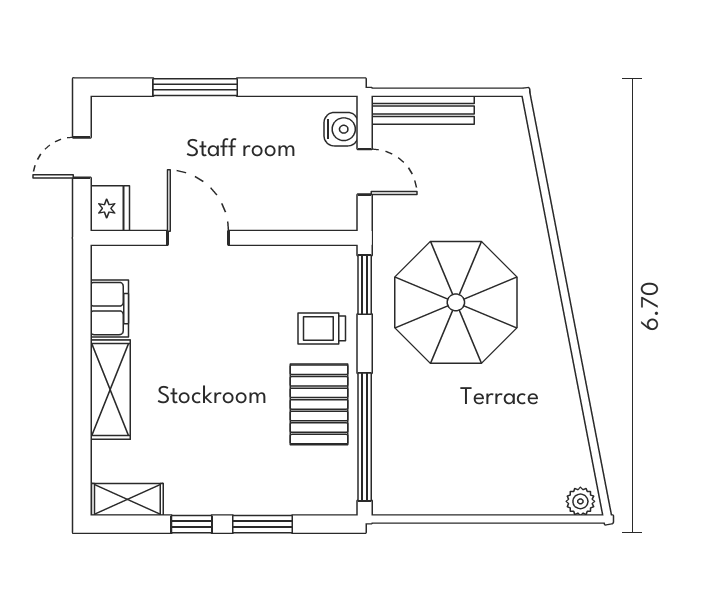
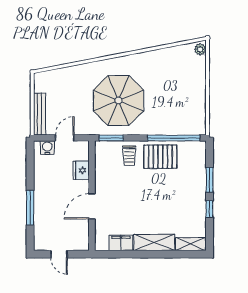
fridge: (110, 208) -> (81, 170), moved, turned -90
shelving: (127, 500) -> (190, 244), moved, turned 90

